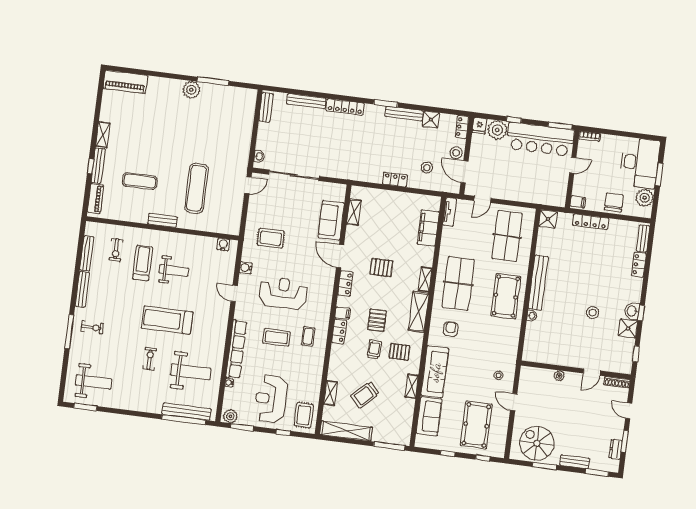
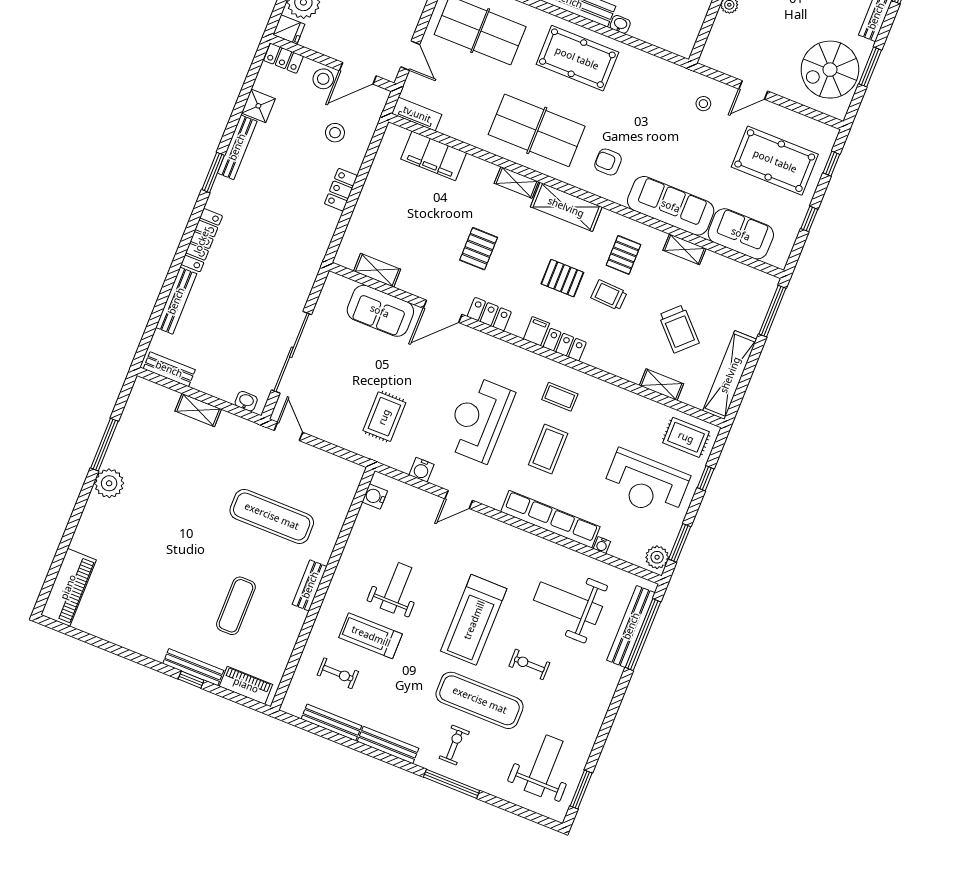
shelving: (103, 135) -> (198, 410), moved
exercise mat: (122, 335) -> (480, 700), added
weight bench: (191, 372) -> (568, 603), turned -90

